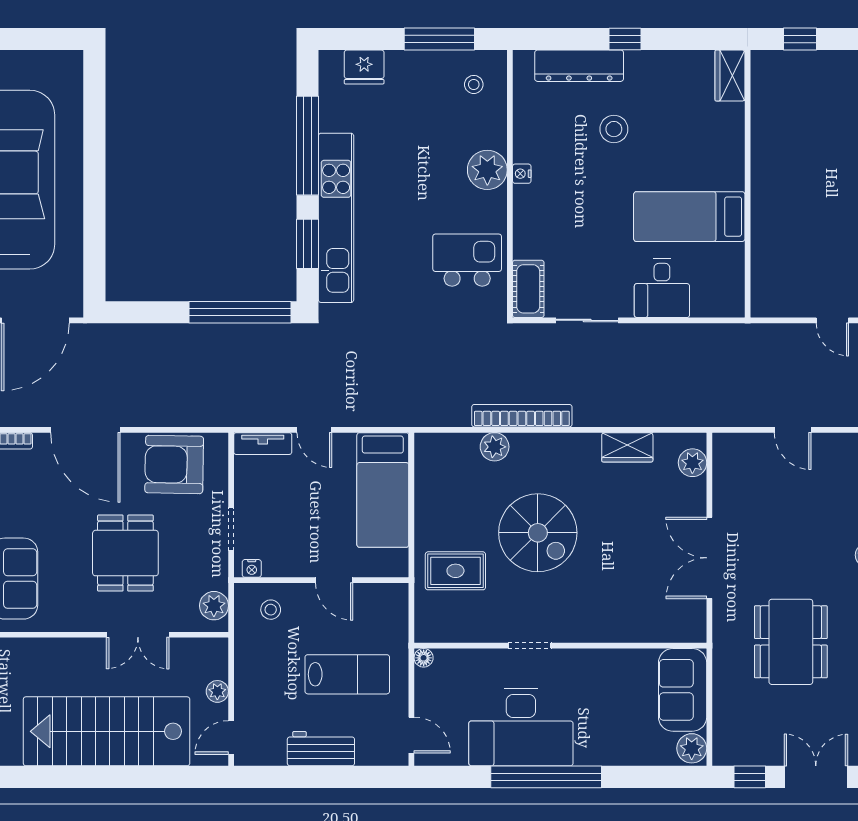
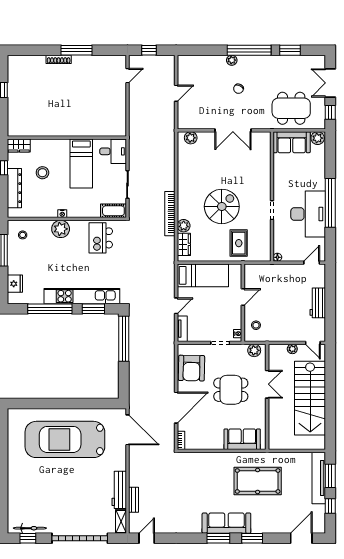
wardrobe: (730, 76) -> (19, 145), moved
wall: (748, 184) -> (67, 138), moved
bed: (689, 217) -> (81, 163), moved
wardrobe: (627, 447) -> (184, 244), moved
chair: (803, 570) -> (239, 89), added
dining table: (791, 642) -> (291, 108), moved
lab bench: (347, 674) -> (285, 291), removed

